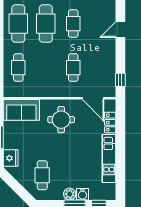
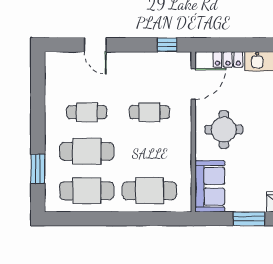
cafe table: (18, 68) -> (149, 191), width x1.37, depth x1.35

